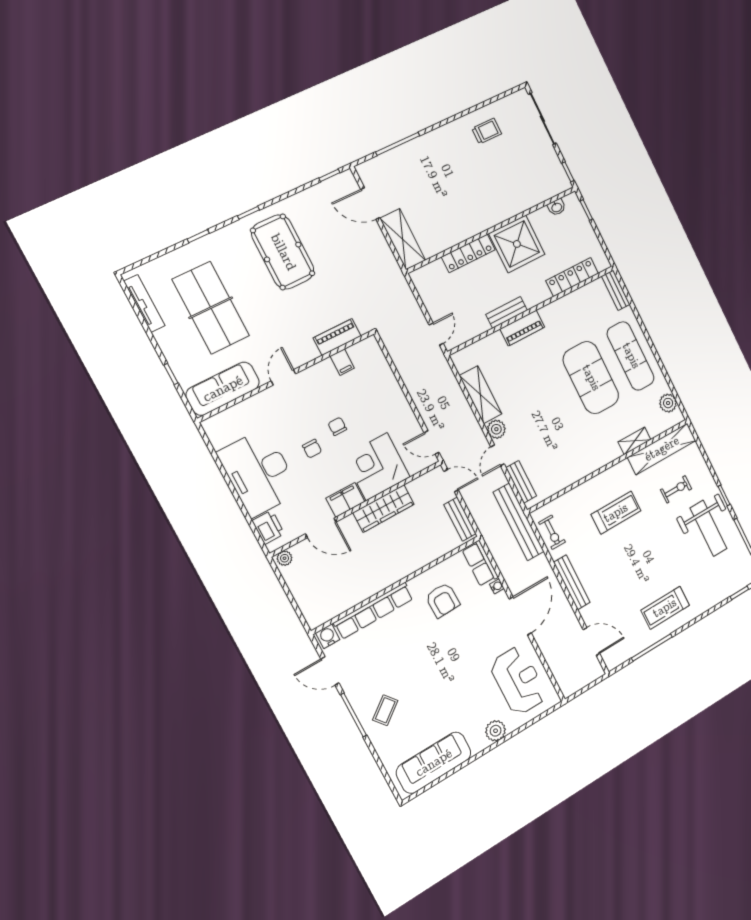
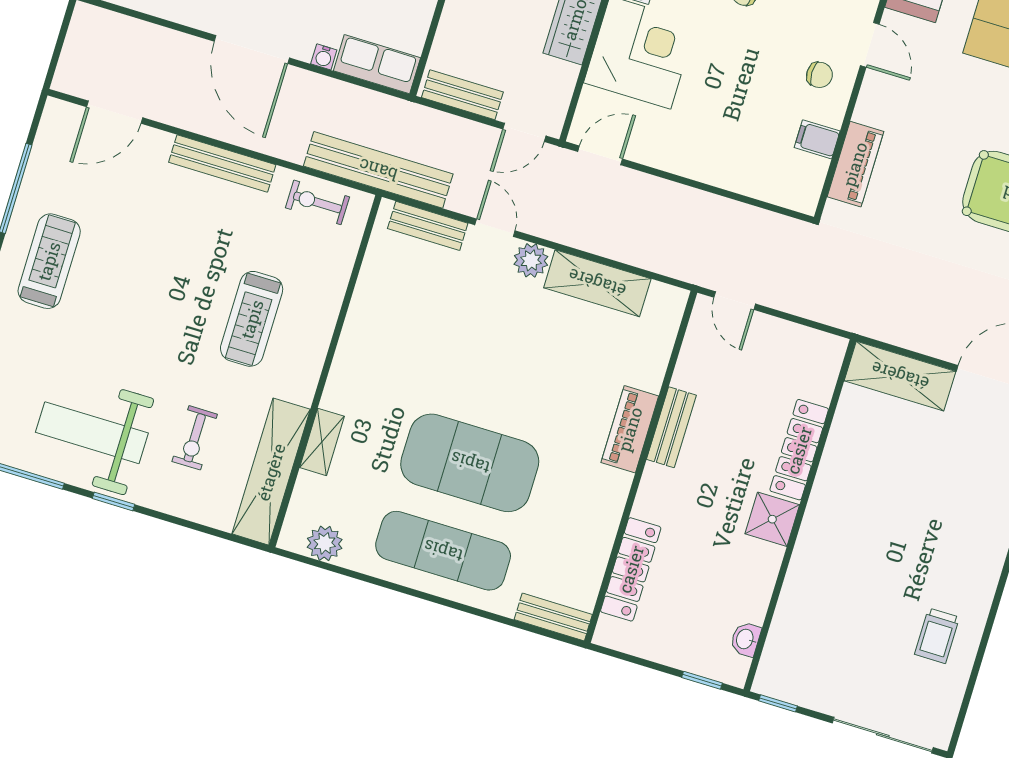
shower: (517, 244) -> (772, 519), width x0.54, depth x0.54
chair: (337, 426) -> (819, 75), moved

